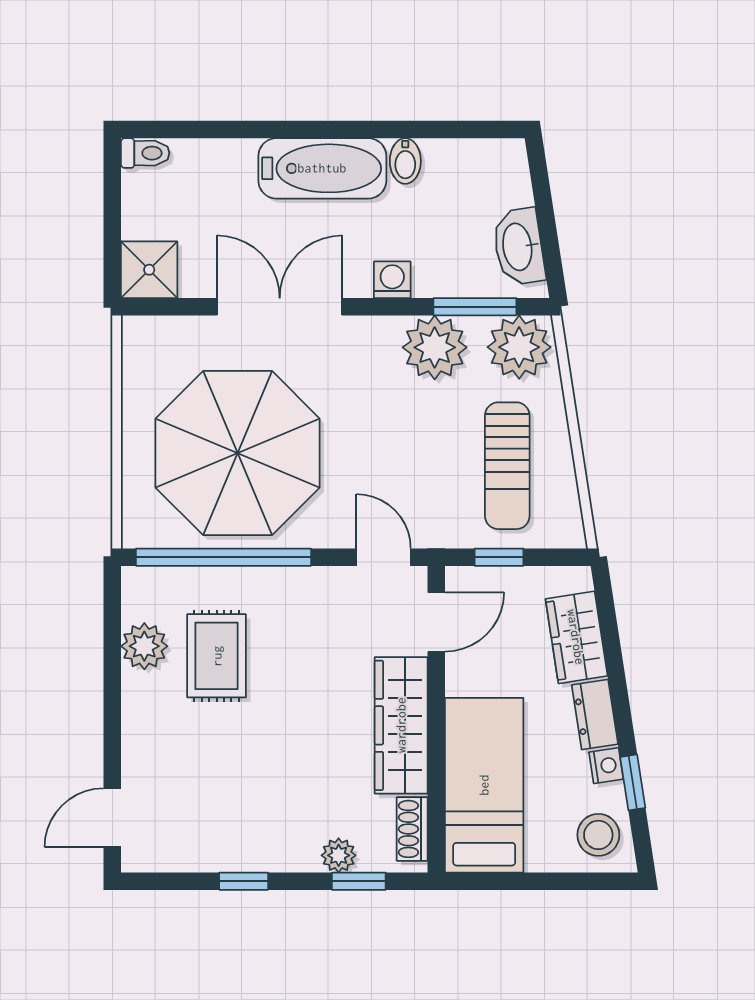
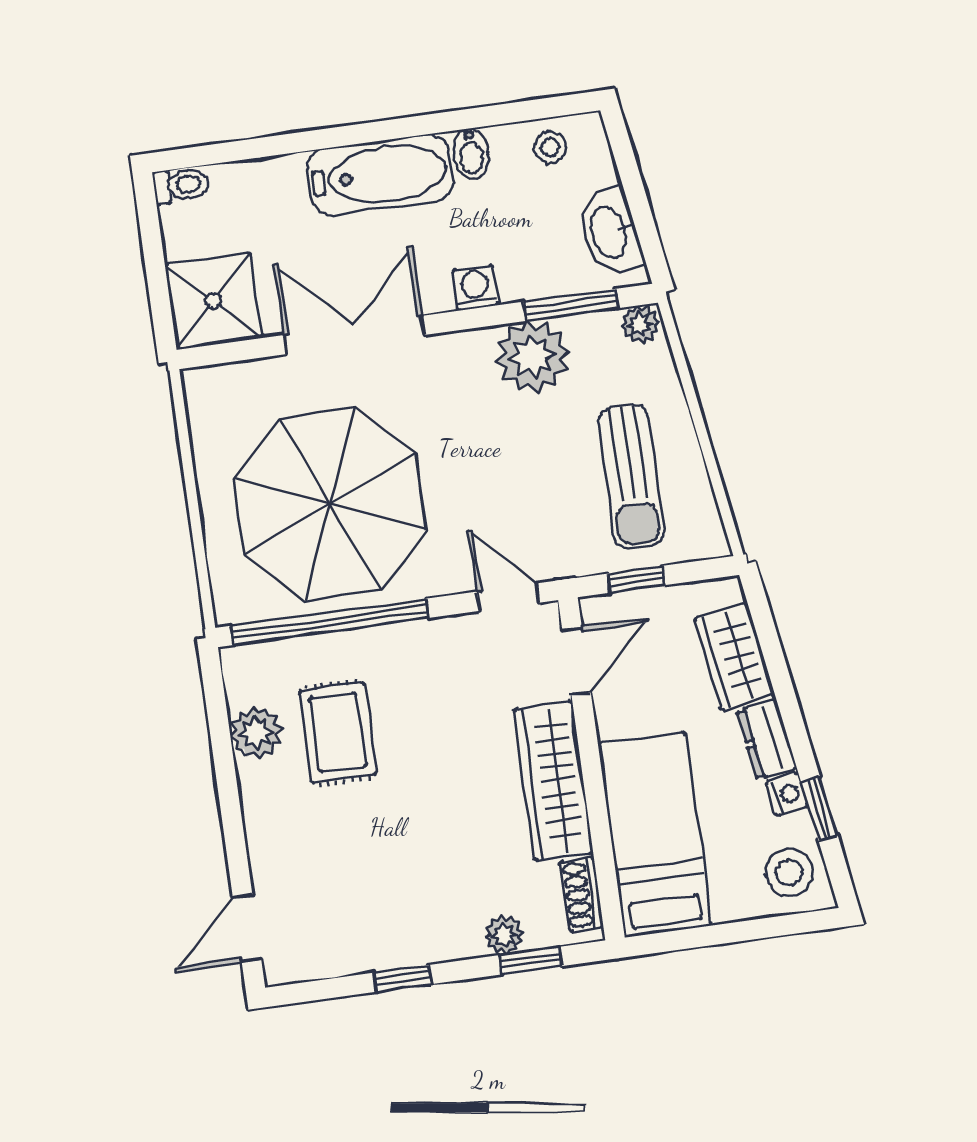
stool: (476, 165) -> (550, 147), added
shower: (149, 270) -> (213, 301), width x1.36, depth x1.36
plant: (519, 347) -> (640, 324), width x0.53, depth x0.53

